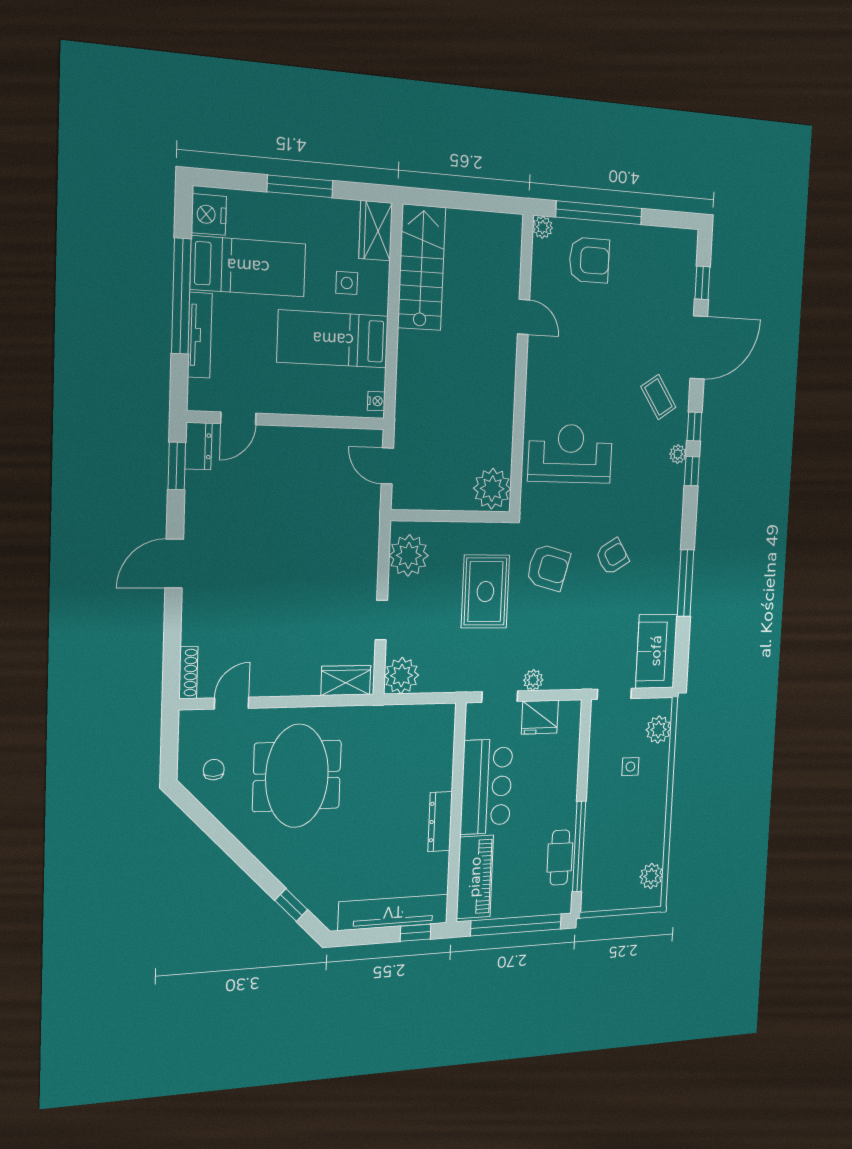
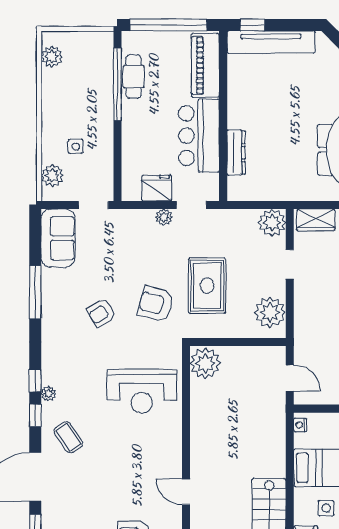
dresser: (440, 822) -> (236, 153), moved

